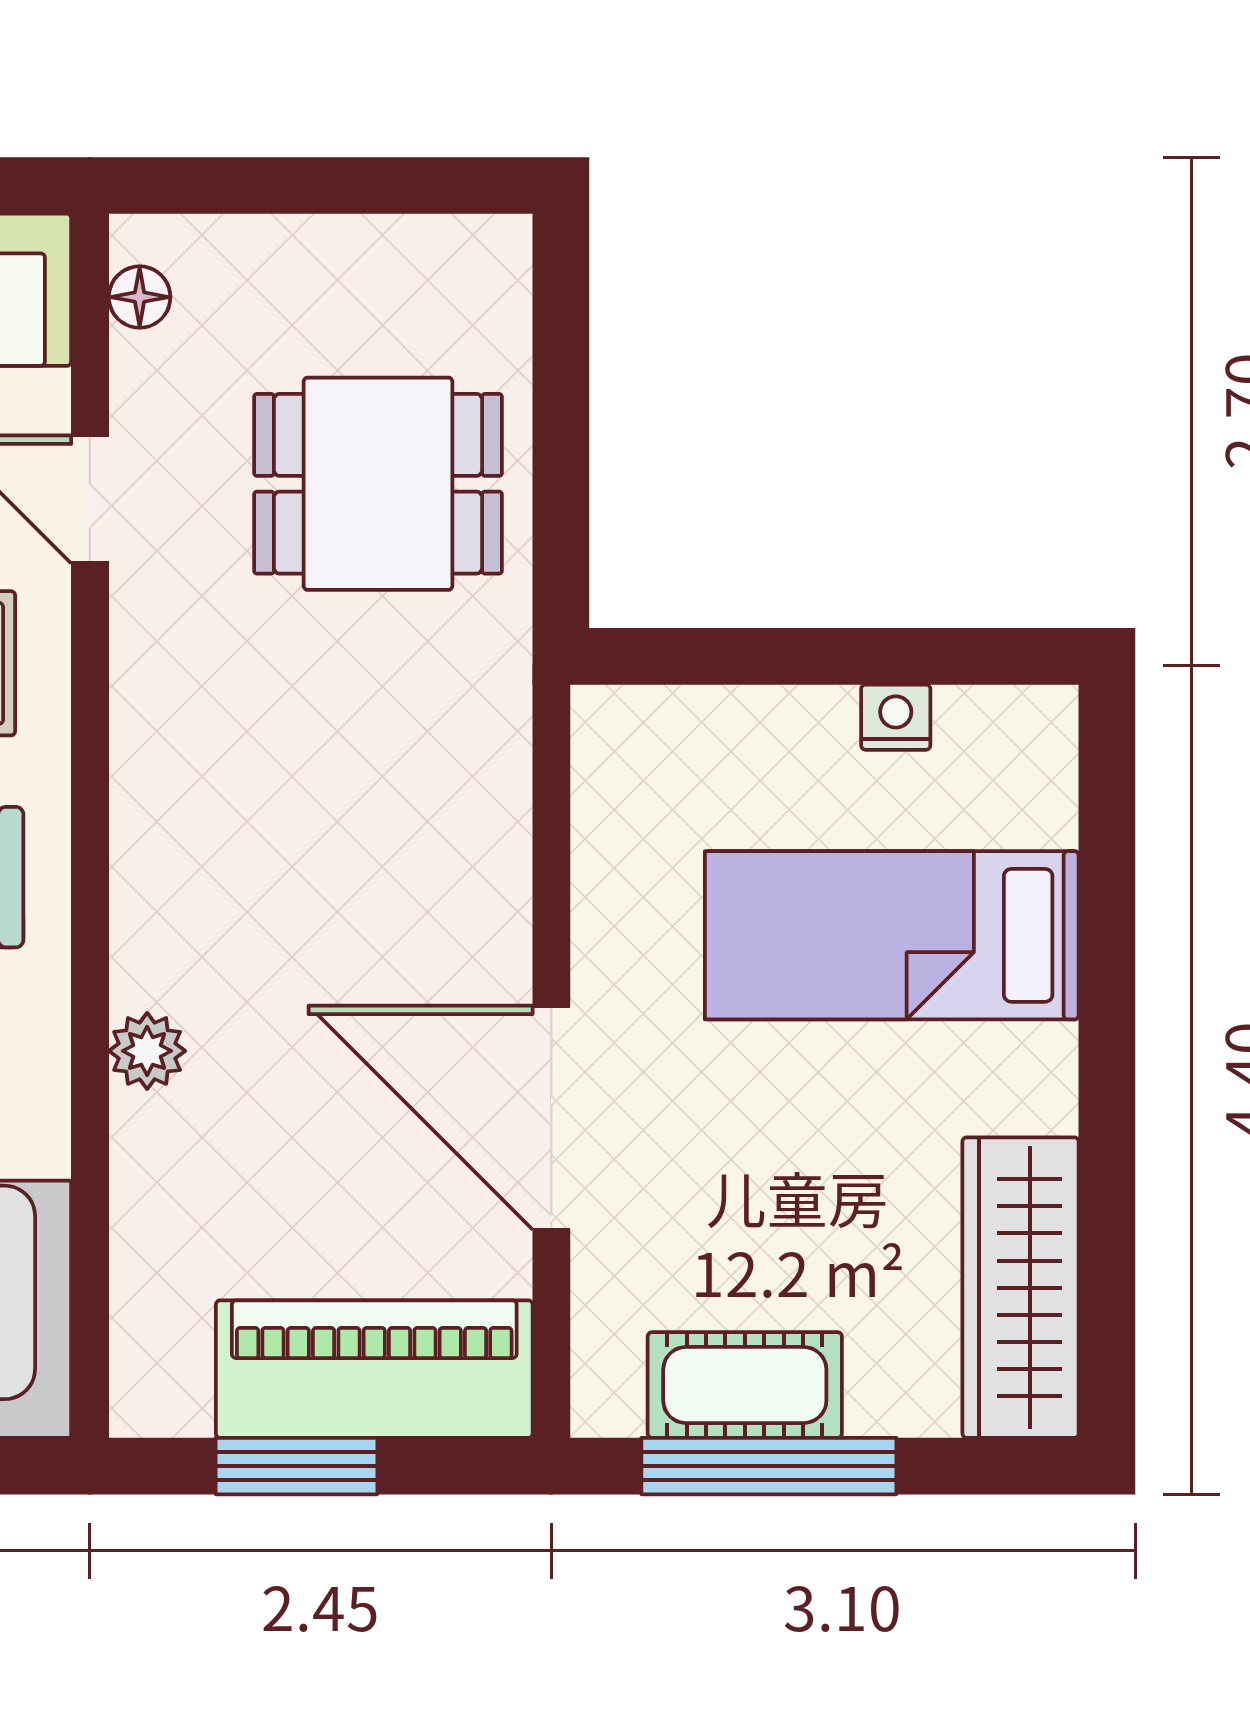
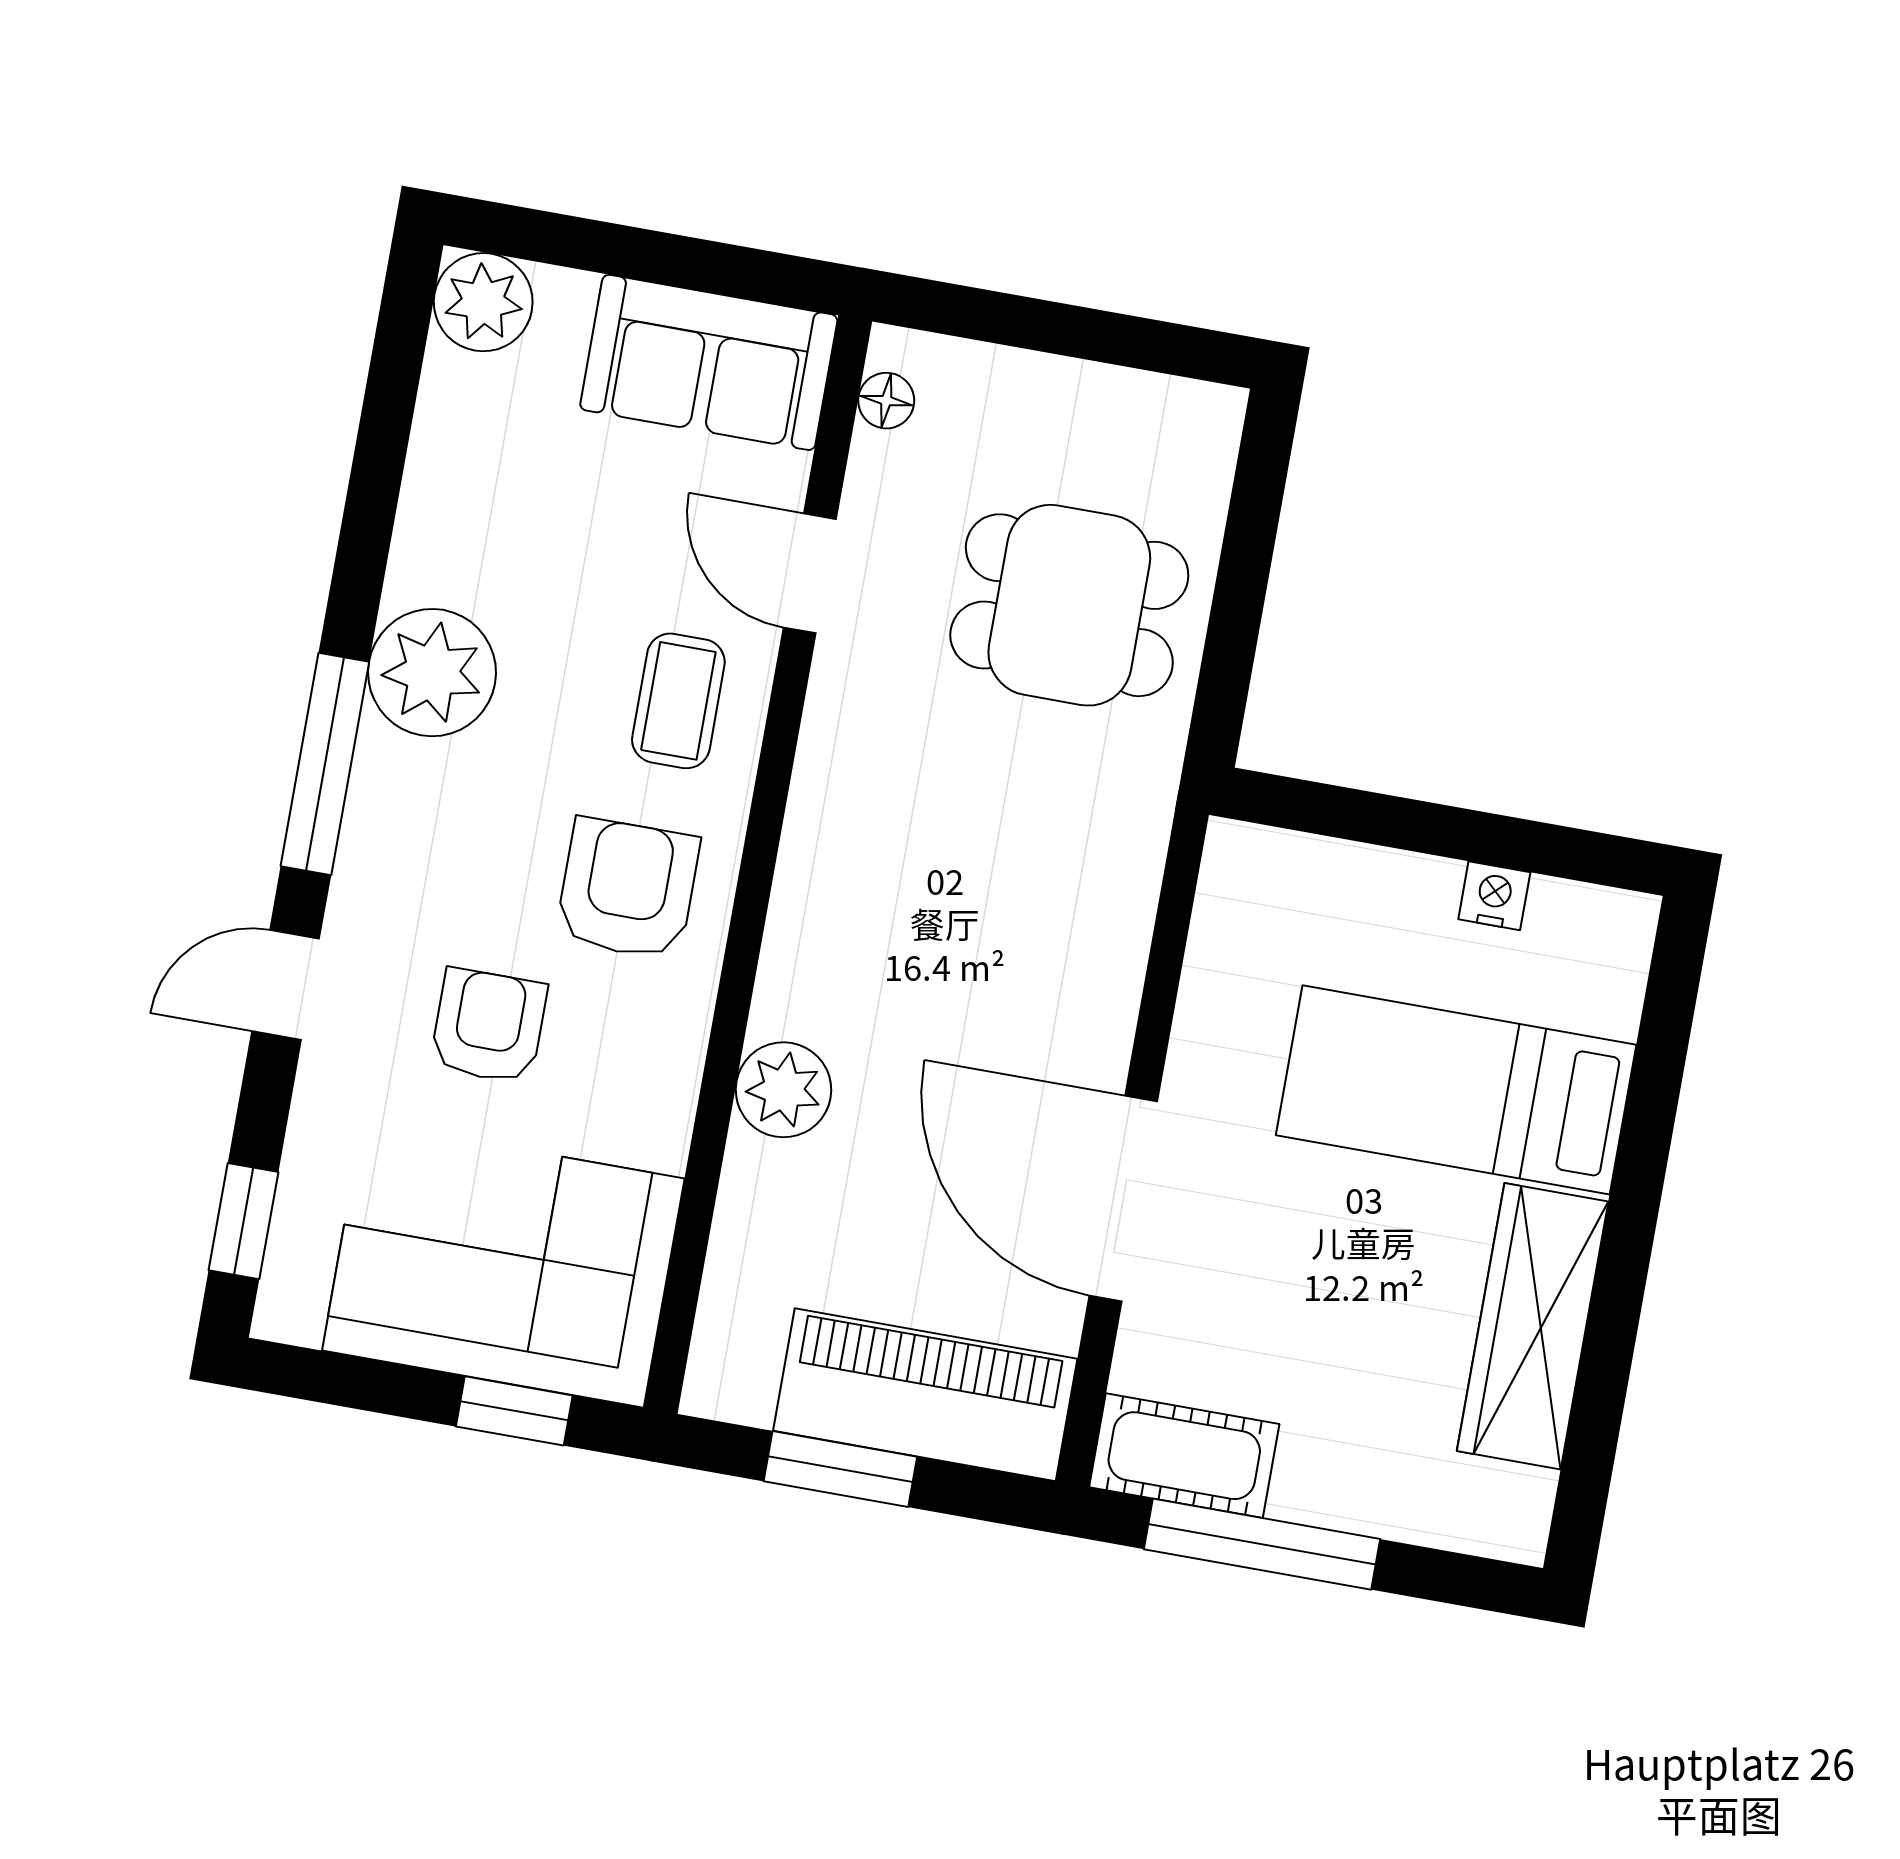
plant: (147, 1051) -> (784, 1090), width x1.38, depth x1.38
wardrobe: (1021, 1288) -> (1533, 1326), moved
cot: (745, 1385) -> (1184, 1456), moved

